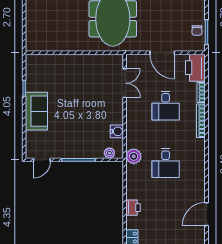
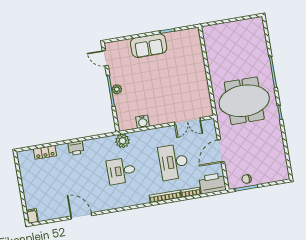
desk: (166, 106) -> (174, 162), width x1.37
plant: (109, 153) -> (117, 89), moved

